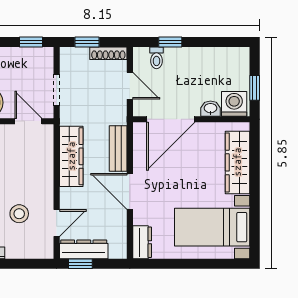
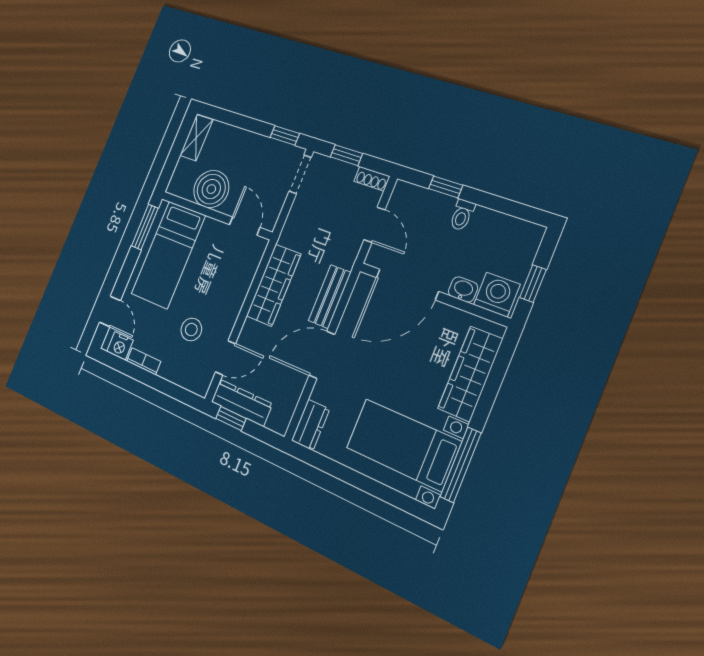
shoe rack: (108, 53) -> (372, 179), width x0.70
toilet: (156, 58) -> (462, 215), moved
doorway: (57, 90) -> (300, 174), moved
door: (130, 191) -> (322, 355), hinge flipped
window: (255, 223) -> (461, 465), added

